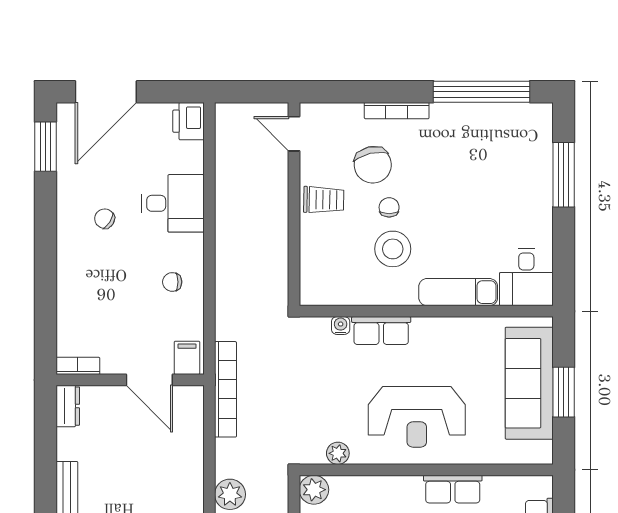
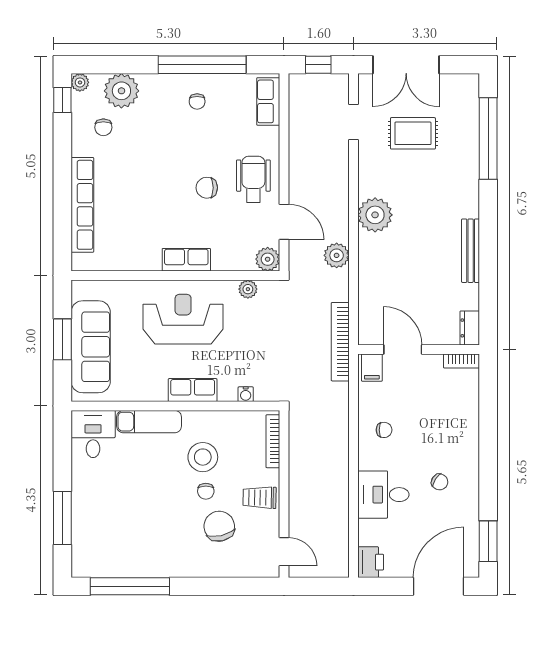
bookcase: (397, 111) -> (273, 441), moved, turned -90
row of seats: (381, 331) -> (193, 390), moved
row of seats: (453, 489) -> (186, 260), moved

